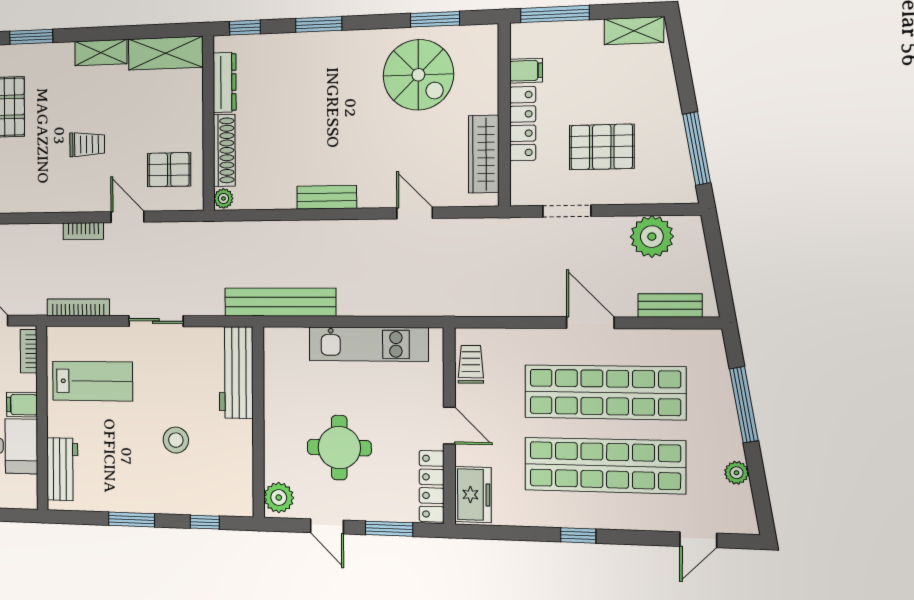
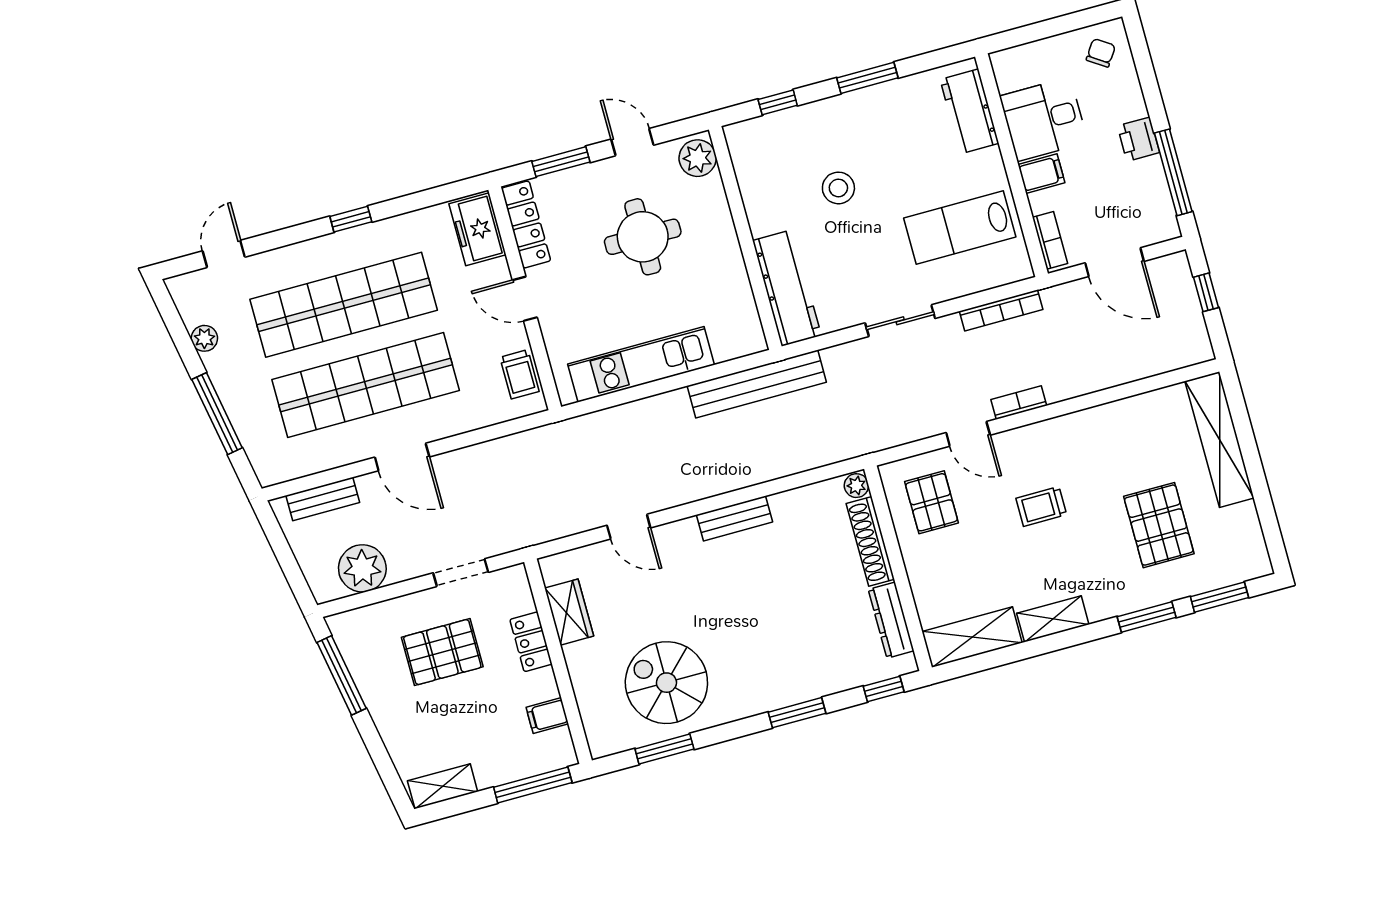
locker: (523, 124) -> (531, 642), width x0.66
wardrobe: (484, 154) -> (569, 612), width x0.67
pallet: (169, 170) -> (932, 502), turned 90

